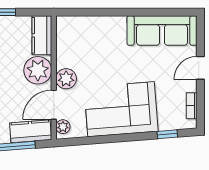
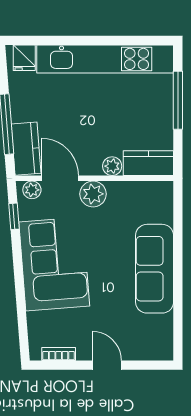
sofa: (162, 31) -> (155, 269), moved
plant: (38, 70) -> (112, 166), width x0.53, depth x0.53
window: (167, 134) -> (14, 216), moved

